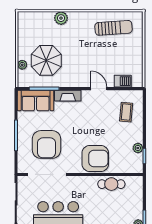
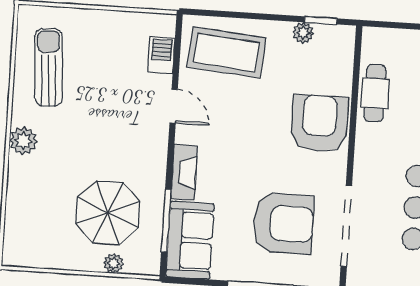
plant: (61, 18) -> (23, 141), moved
door: (99, 89) -> (174, 106), swing flipped
coffee table: (126, 112) -> (226, 52), width x1.86, depth x1.72

